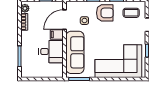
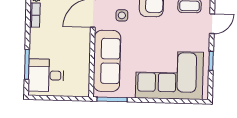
filing cabinet: (57, 35) -> (81, 35), removed
desk: (51, 52) -> (46, 75), moved, turned 180

